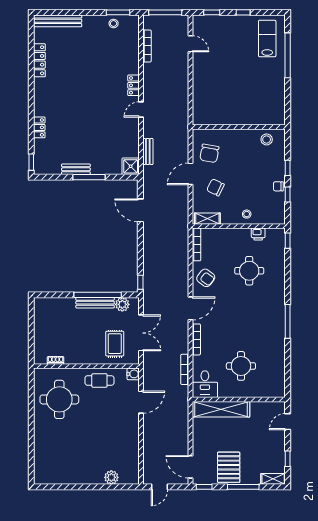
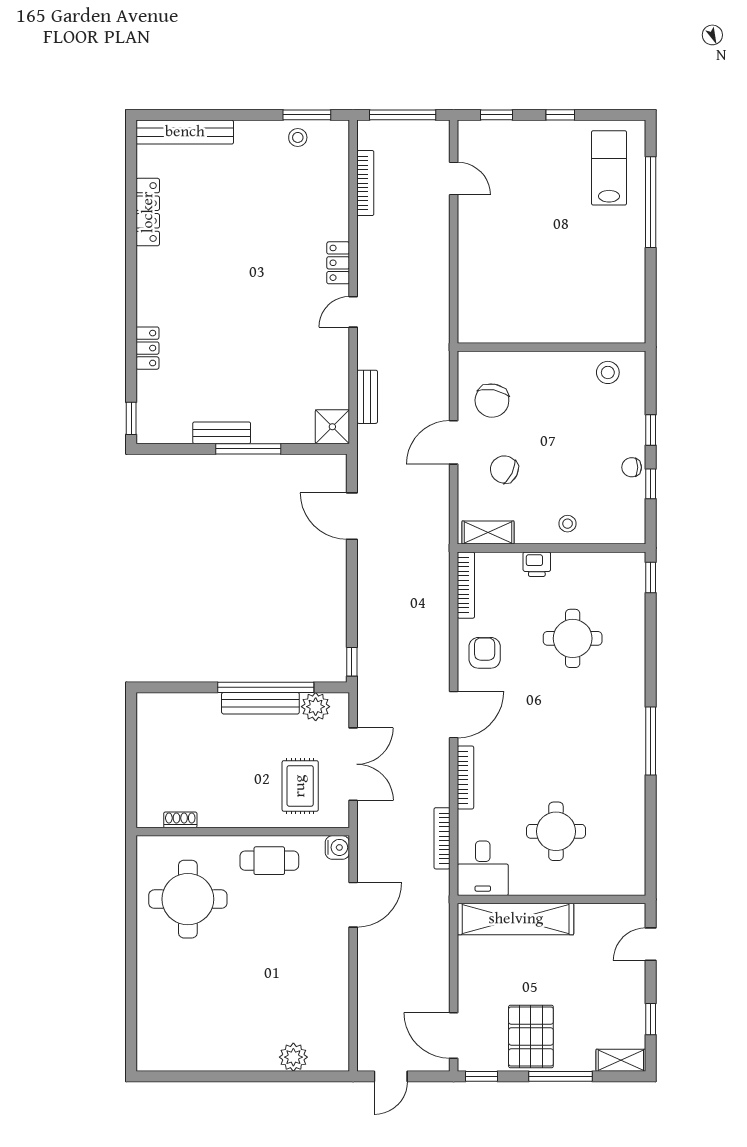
printer: (258, 234) -> (537, 564), moved
armchair: (206, 278) -> (485, 653), turned -127

